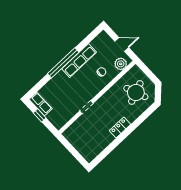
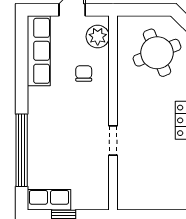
row of seats: (79, 60) -> (39, 51), moved
window: (63, 63) -> (22, 150), moved

